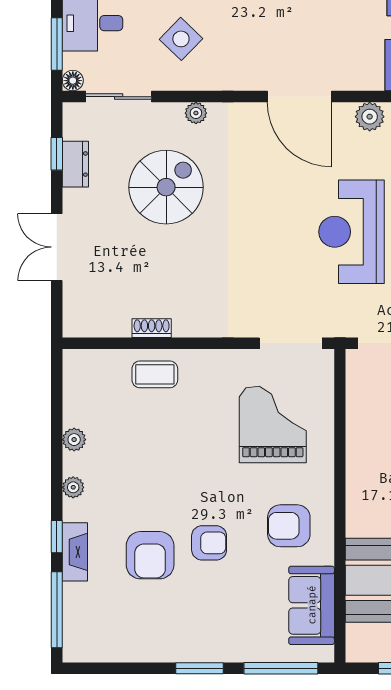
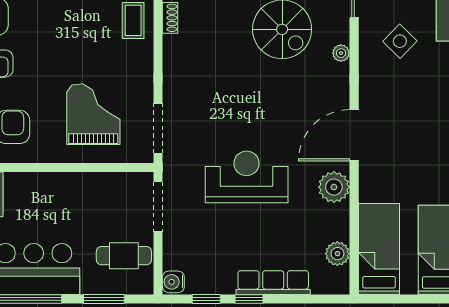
plant: (370, 117) -> (334, 187), width x1.36, depth x1.36
grand piano: (273, 424) -> (93, 114), turned -90

